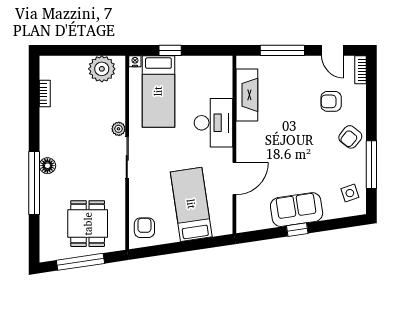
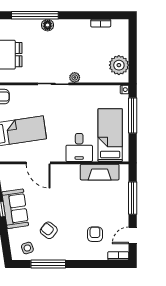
window: (170, 50) -> (133, 115), width x2.17
bed: (158, 91) -> (110, 135), moved, turned 90
desk: (213, 123) -> (79, 147), width x0.73
armchair: (350, 137) -> (49, 230), moved

